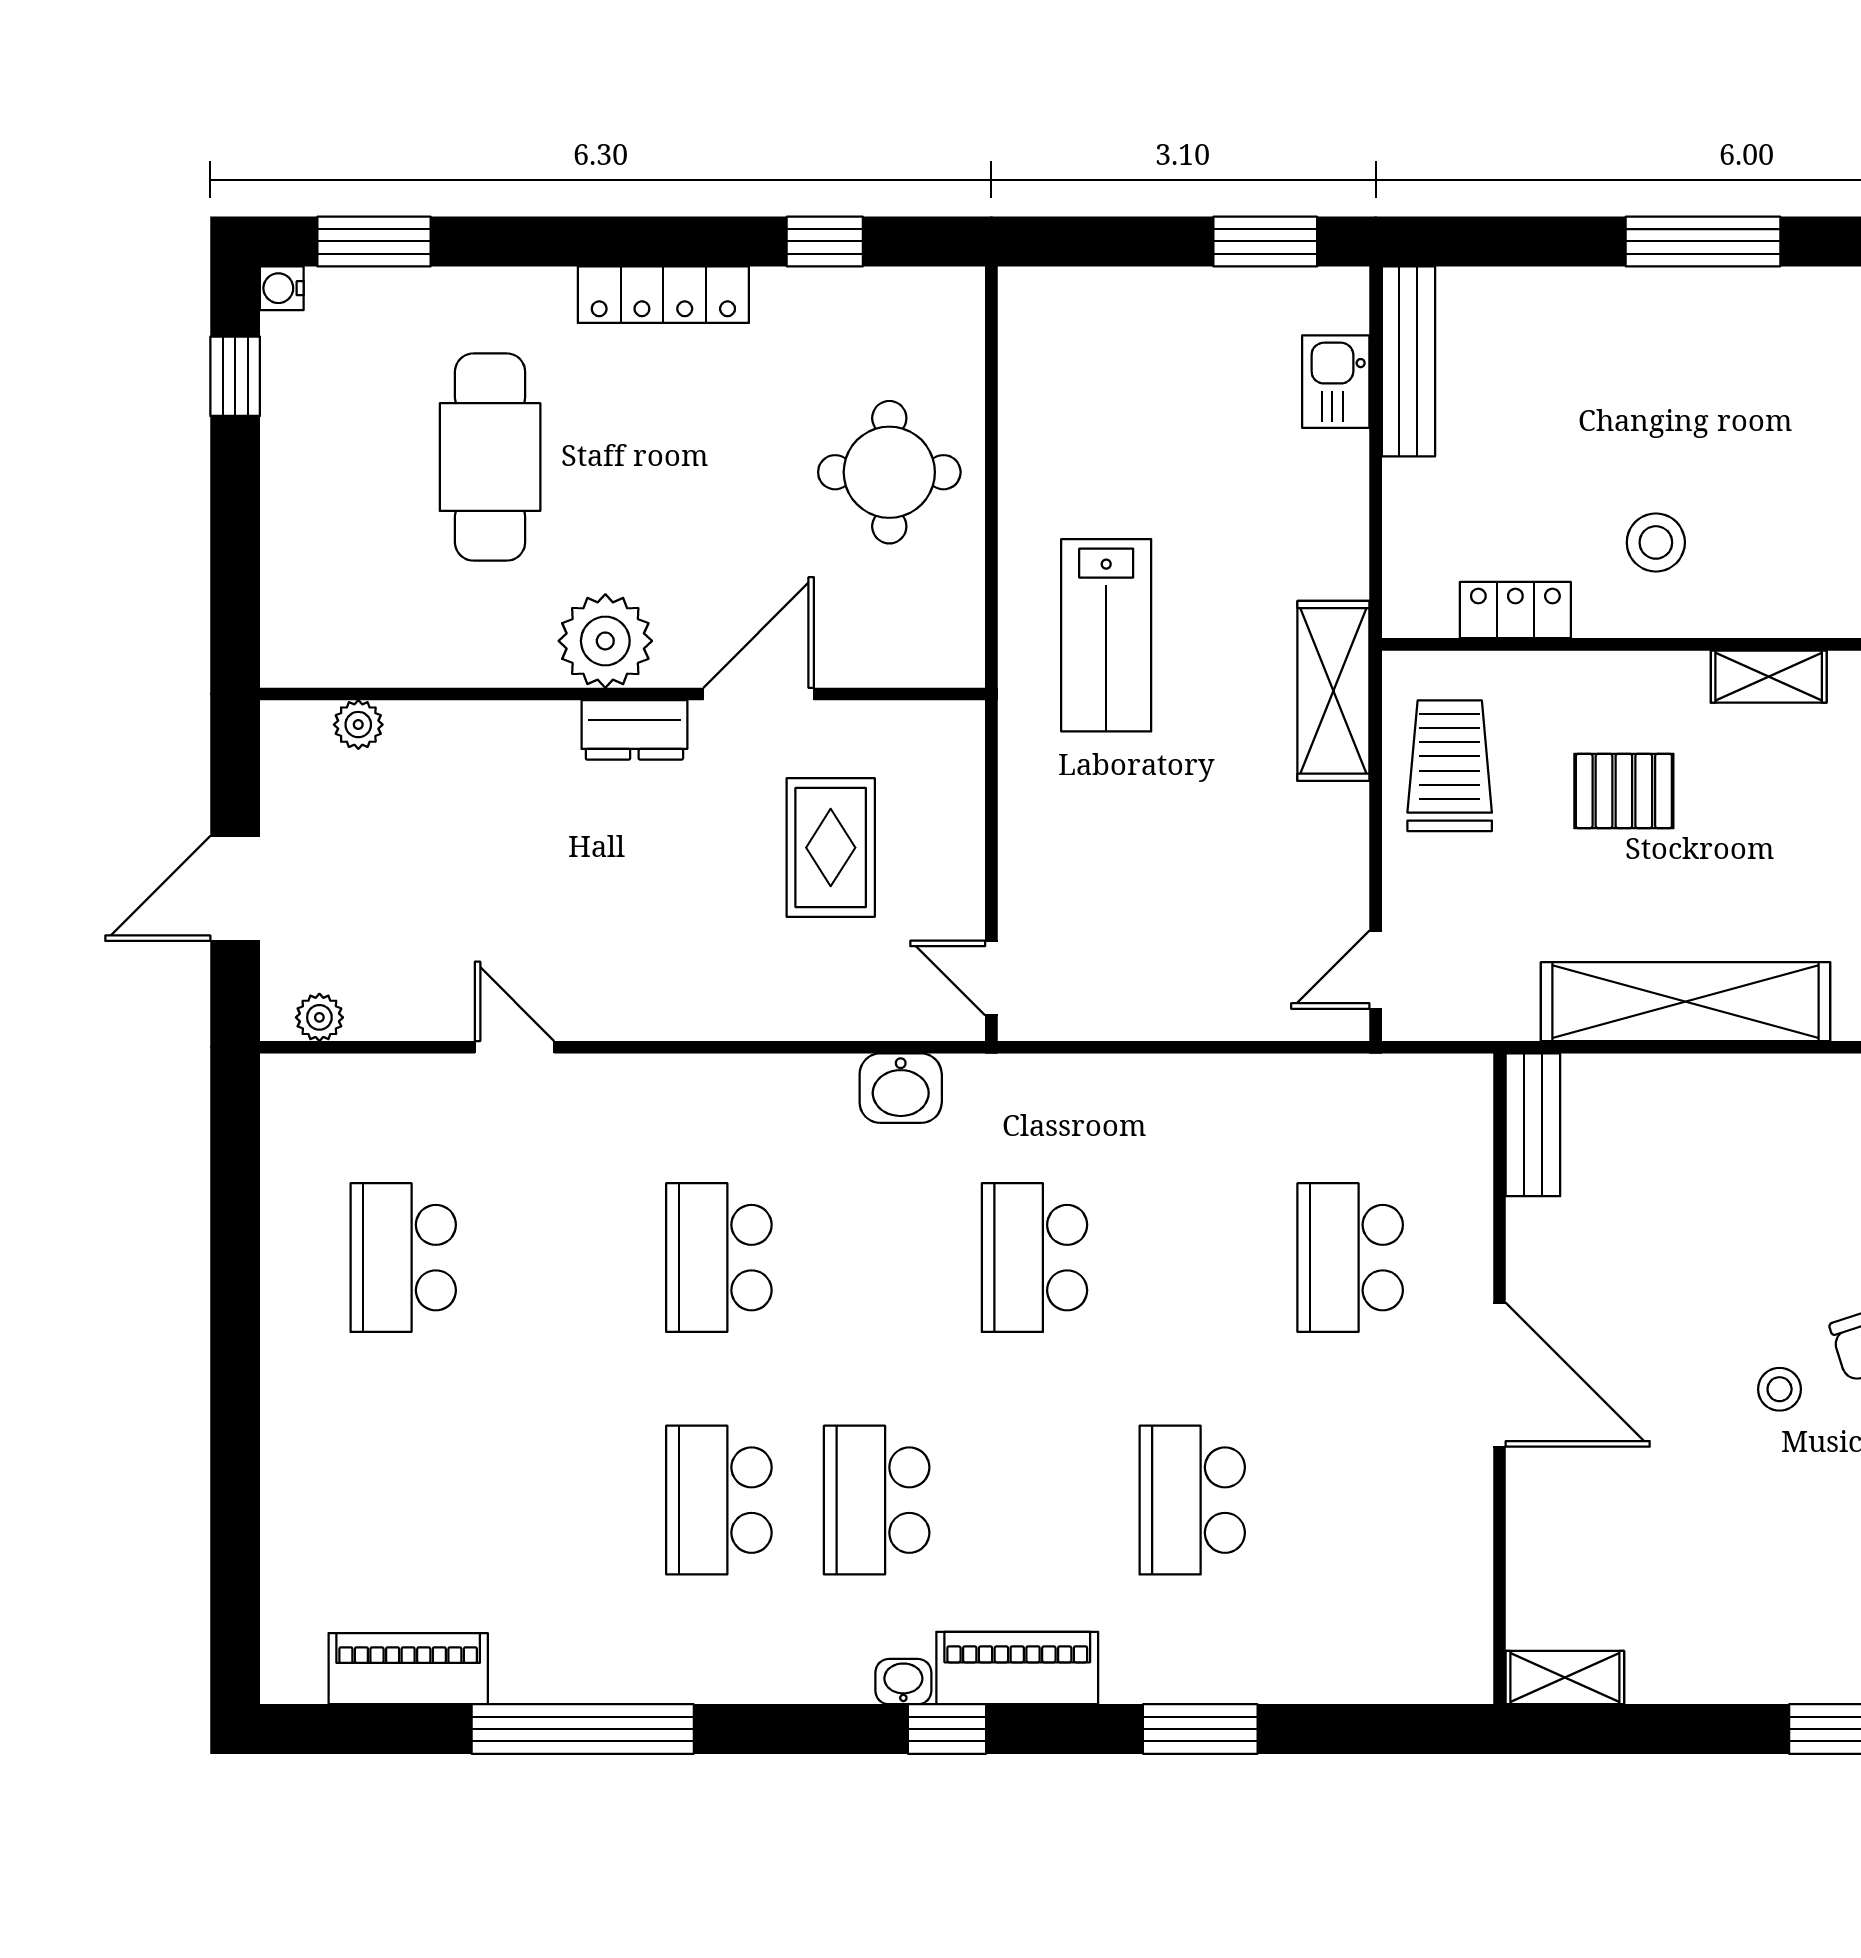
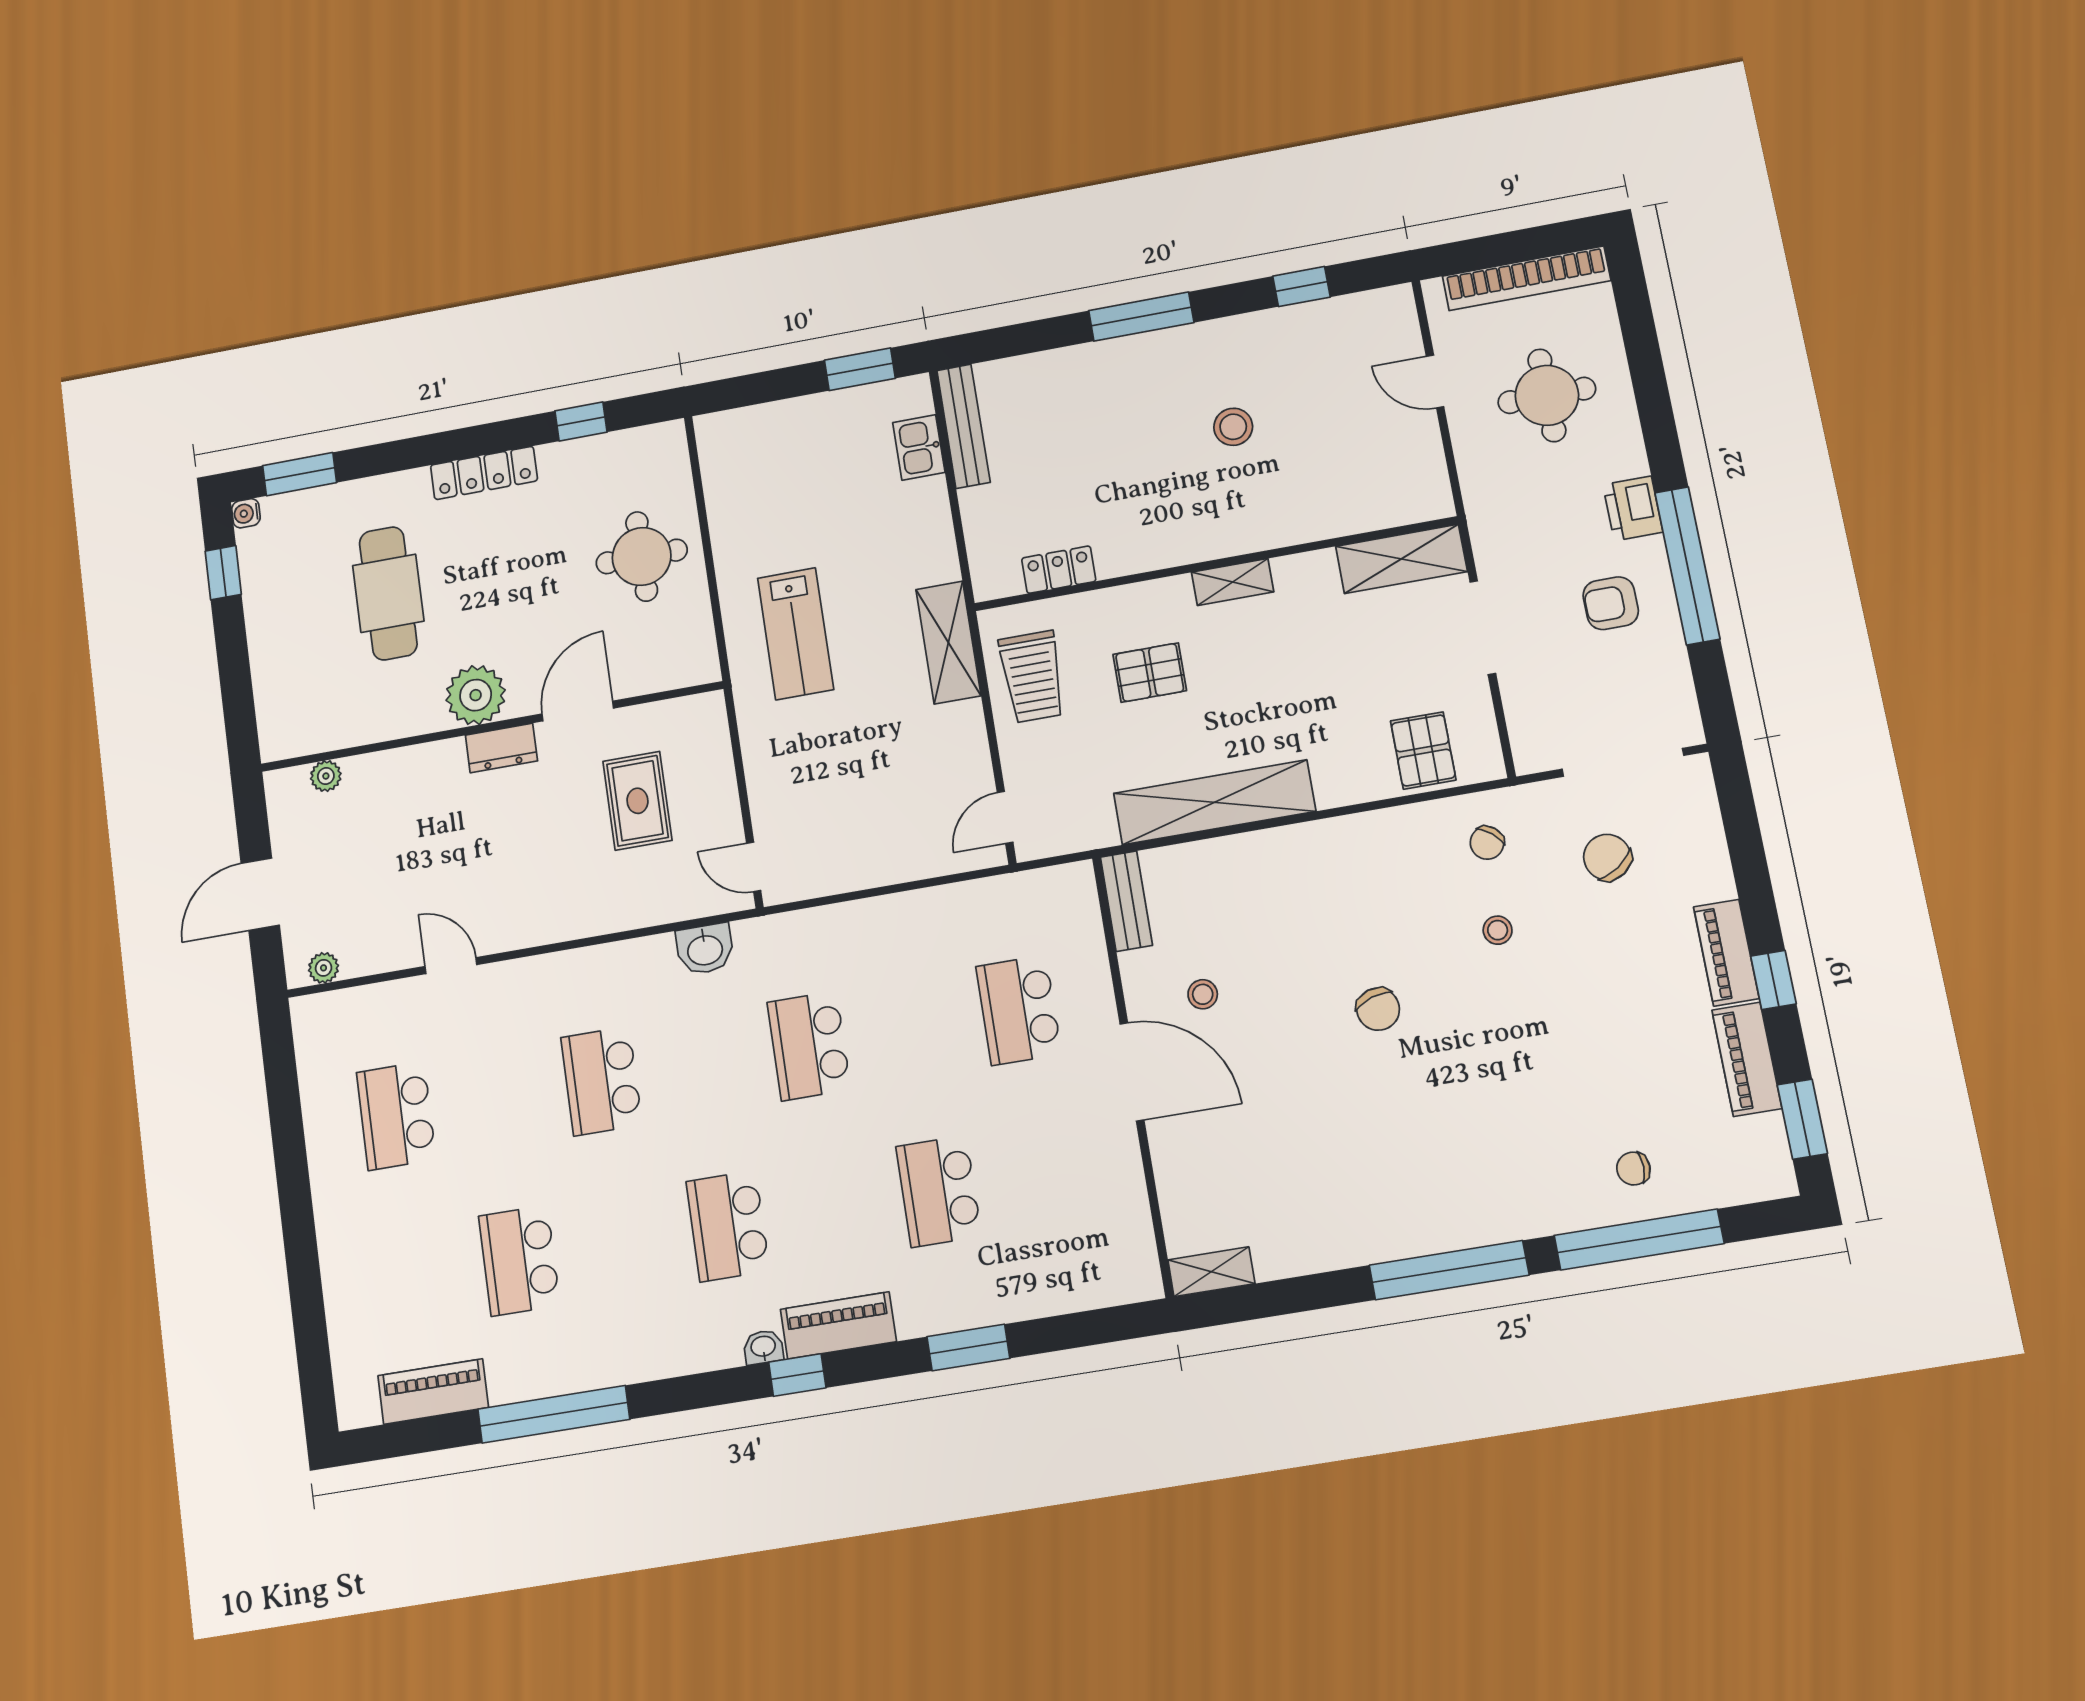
stool: (1656, 542) -> (1233, 427), moved
trolley: (1450, 766) -> (1032, 677), turned 180
stool: (1780, 1389) -> (1203, 994), moved
school desk: (719, 1500) -> (519, 1261), moved

